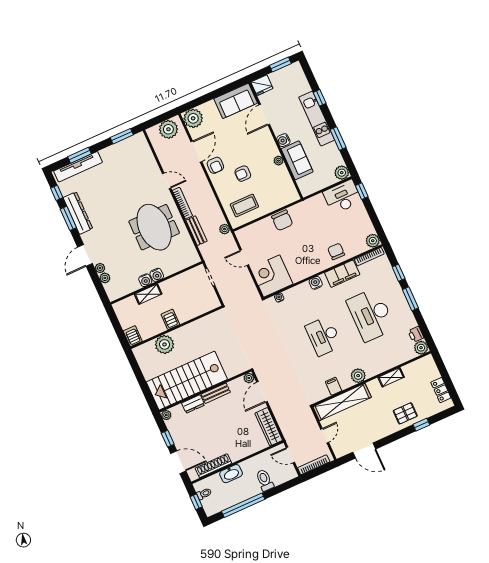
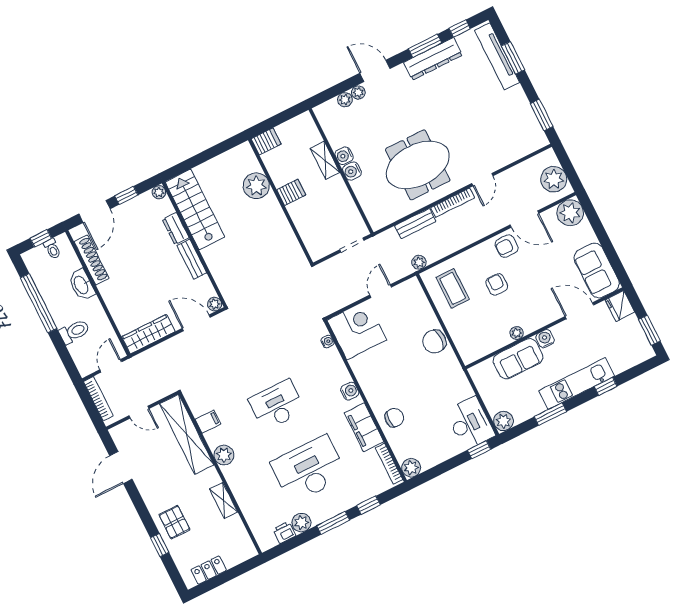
plant: (421, 348) -> (301, 523), moved
stairs: (187, 381) -> (195, 209), width x0.73, depth x0.66

